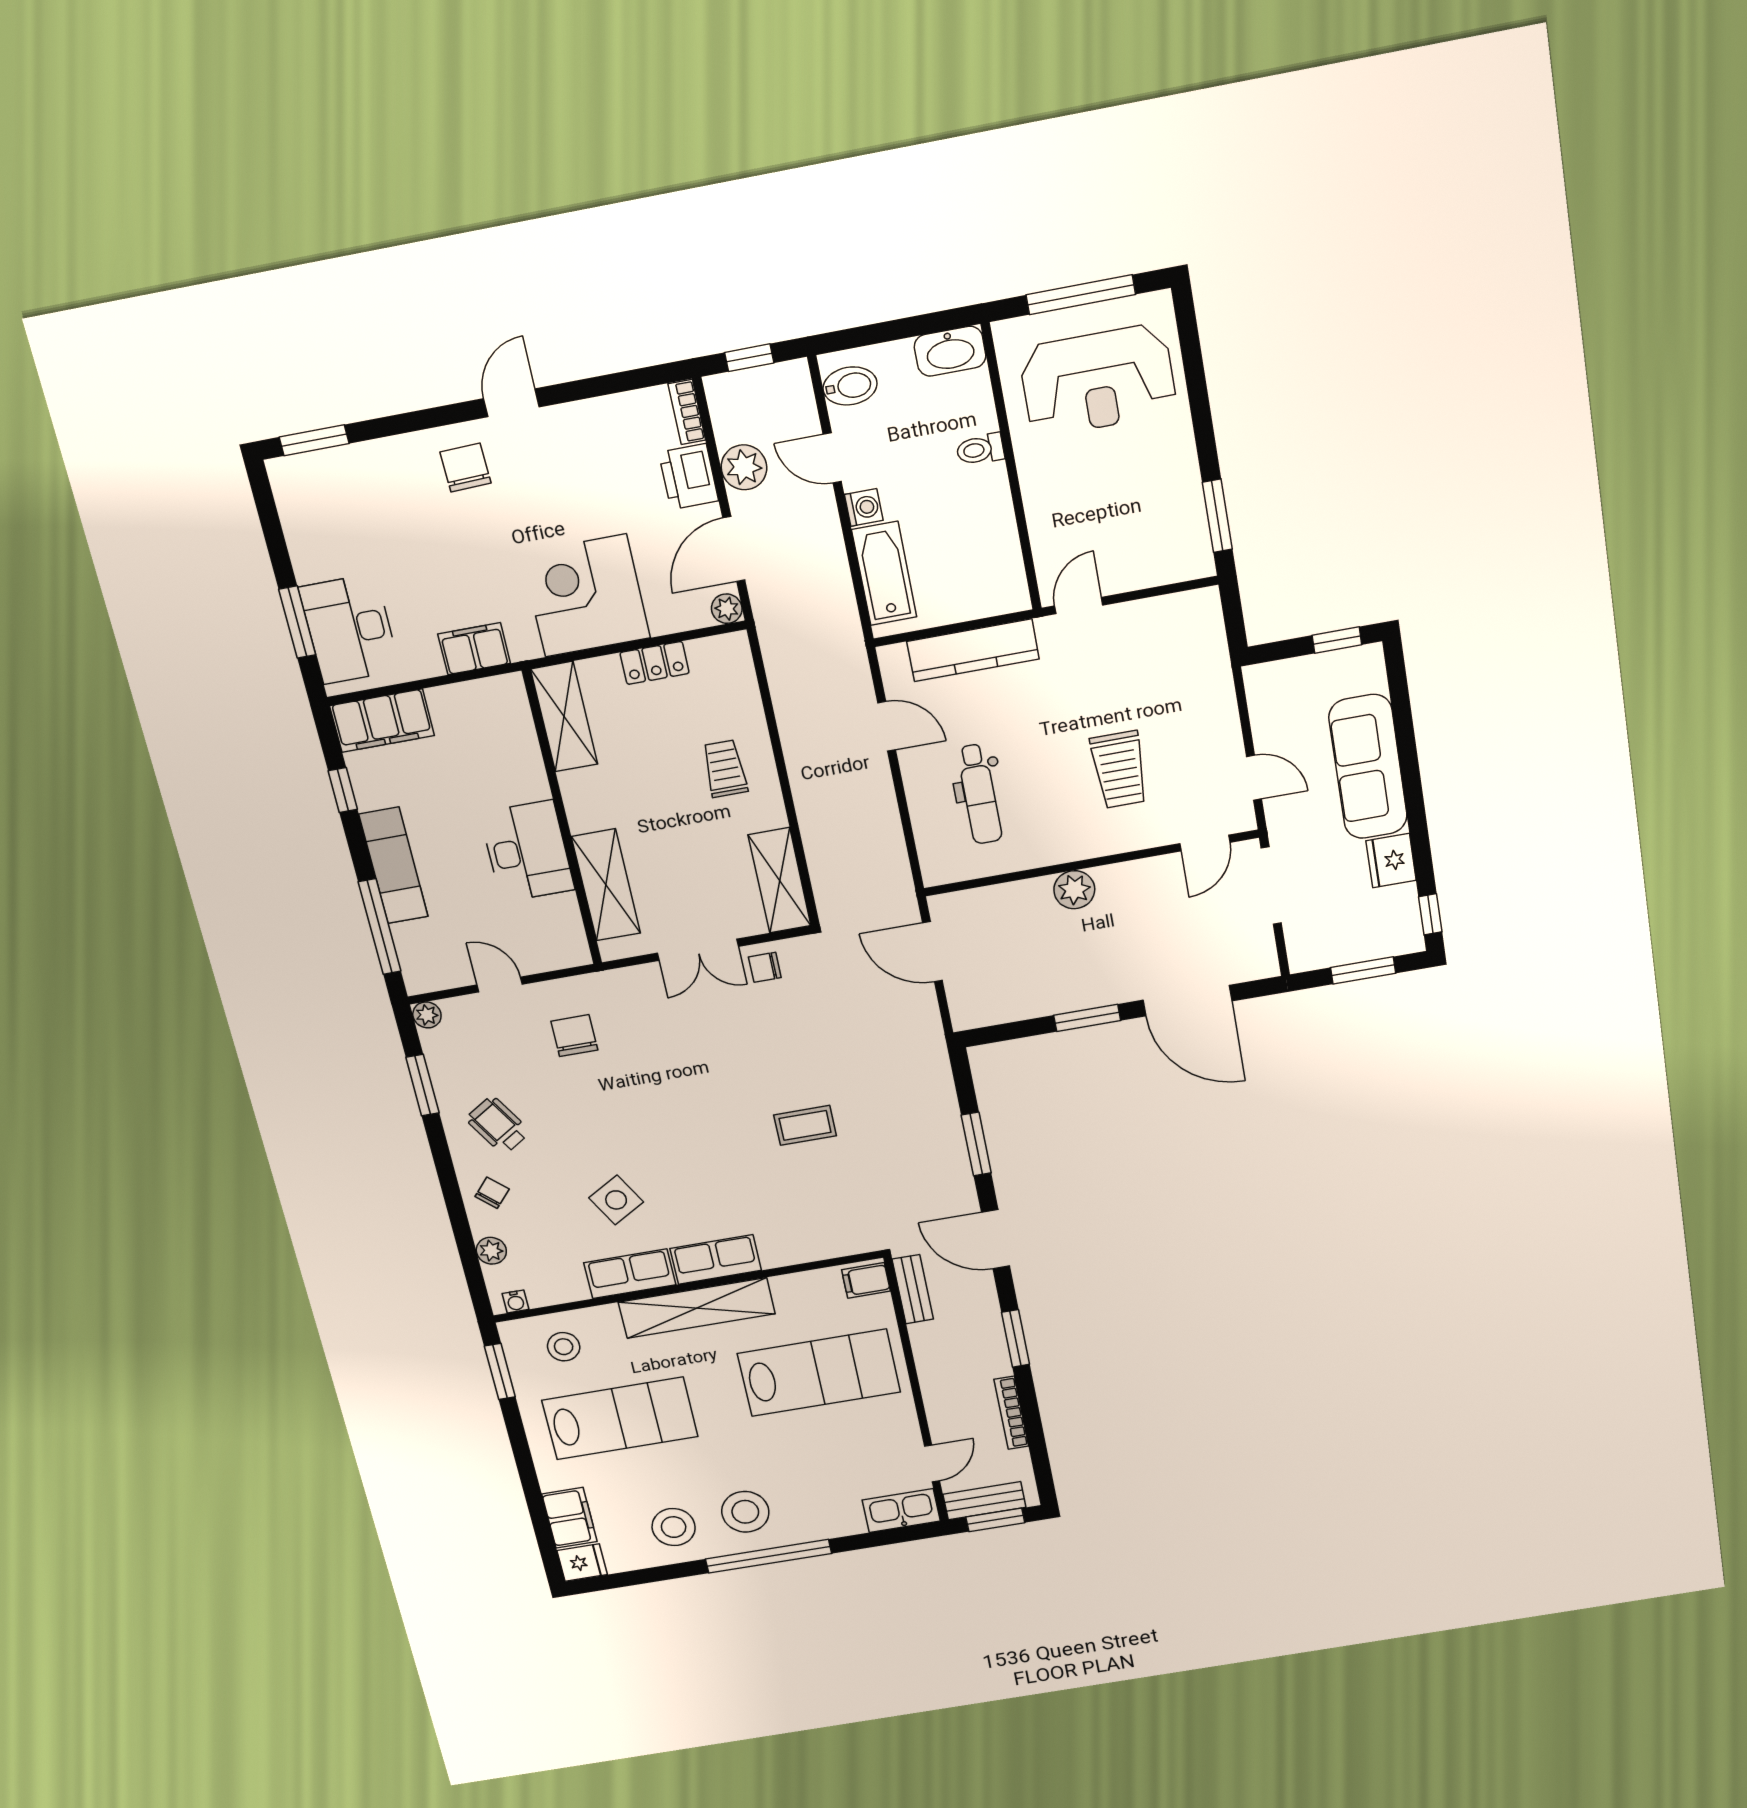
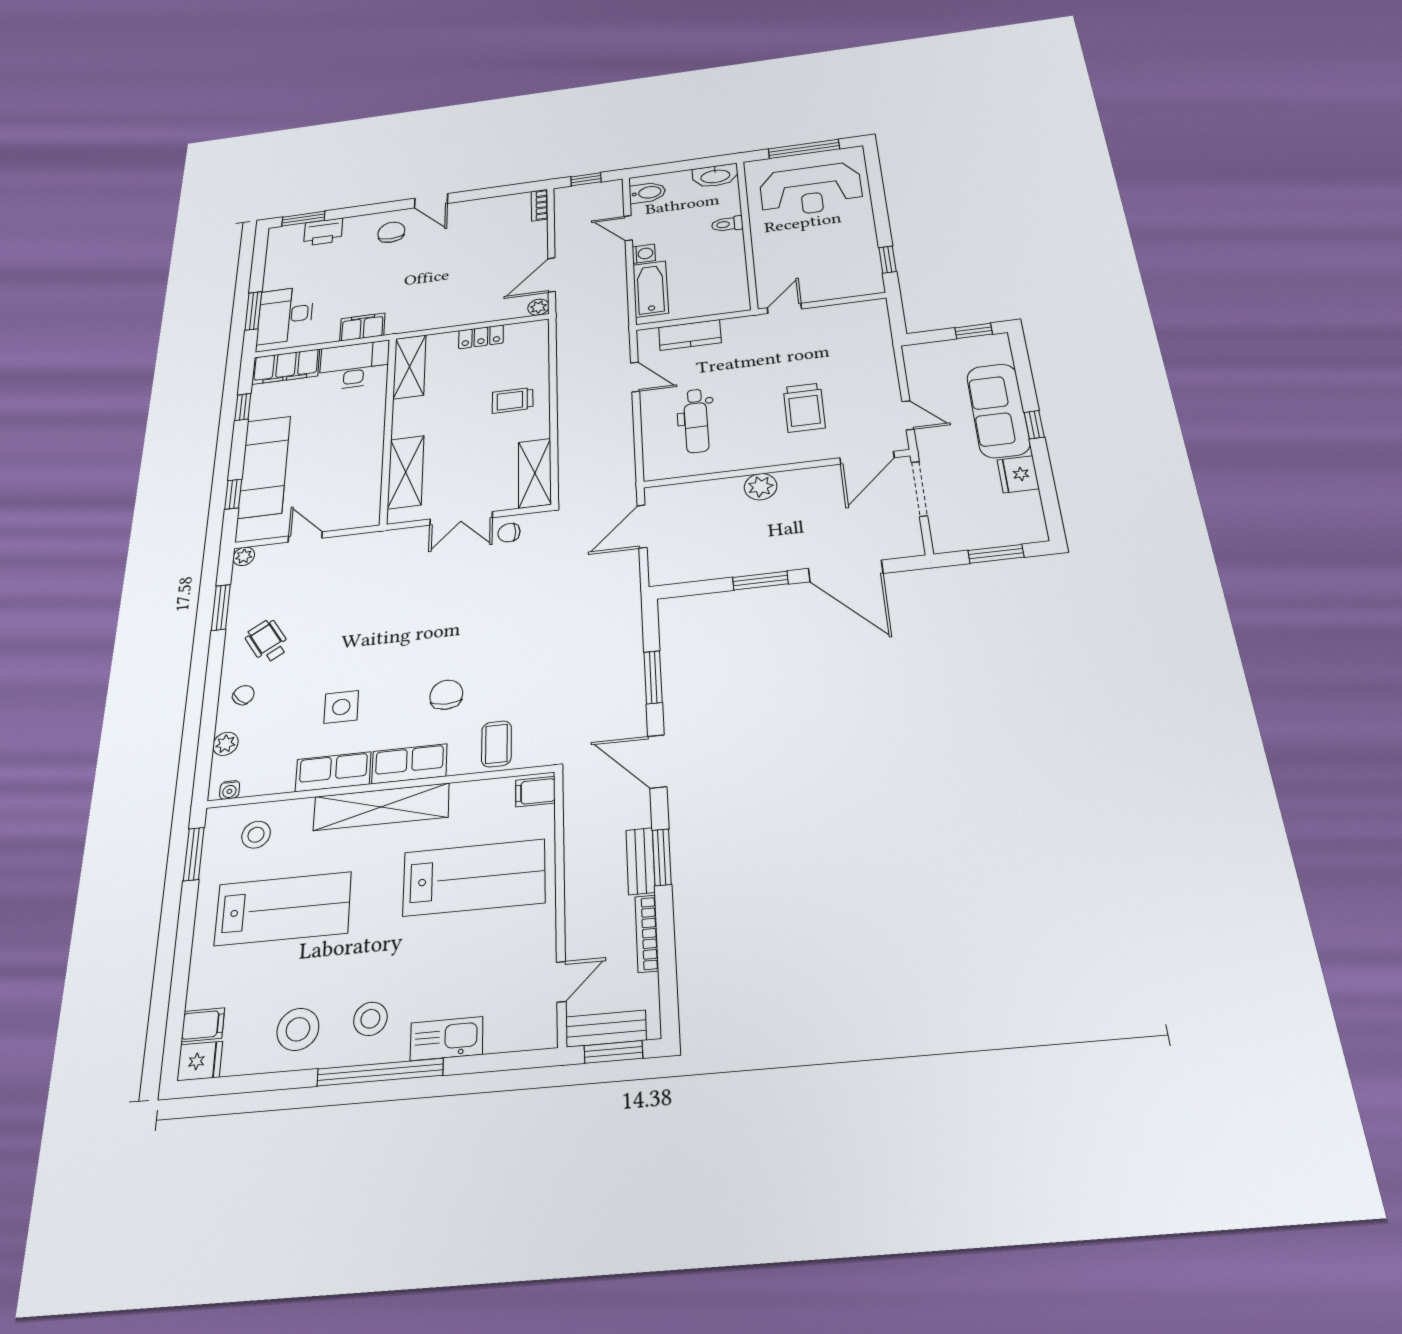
door: (511, 403) -> (431, 201), swing flipped
plant: (744, 467) -> (569, 233), removed
printer: (689, 477) -> (323, 232), moved, turned -90
window: (1217, 516) -> (888, 260), width x0.67
corner desk: (586, 596) -> (446, 299), removed
kitchen counter: (973, 650) -> (690, 335), width x0.67
trolley: (725, 769) -> (513, 400), turned -90
door: (1205, 843) -> (867, 458), width x1.38
desk: (527, 851) -> (354, 365), moved, turned -90
exam couch: (393, 865) -> (264, 467), width x1.36, depth x1.45
window: (1430, 914) -> (1034, 425), moved
window: (380, 927) -> (233, 494), width x0.46
door: (932, 952) -> (642, 527), hinge flipped
chair: (574, 1036) -> (446, 695), moved
coffee table: (805, 1125) -> (496, 744), moved, turned 90
side table: (616, 1200) -> (341, 707), turned 30
bench: (913, 1289) -> (640, 861), moved
kitchen sink: (901, 1511) -> (447, 1039), moved
stool: (745, 1512) -> (370, 1019), width x0.73, depth x0.73
filing cabinet: (570, 1518) -> (203, 1025), width x0.50

